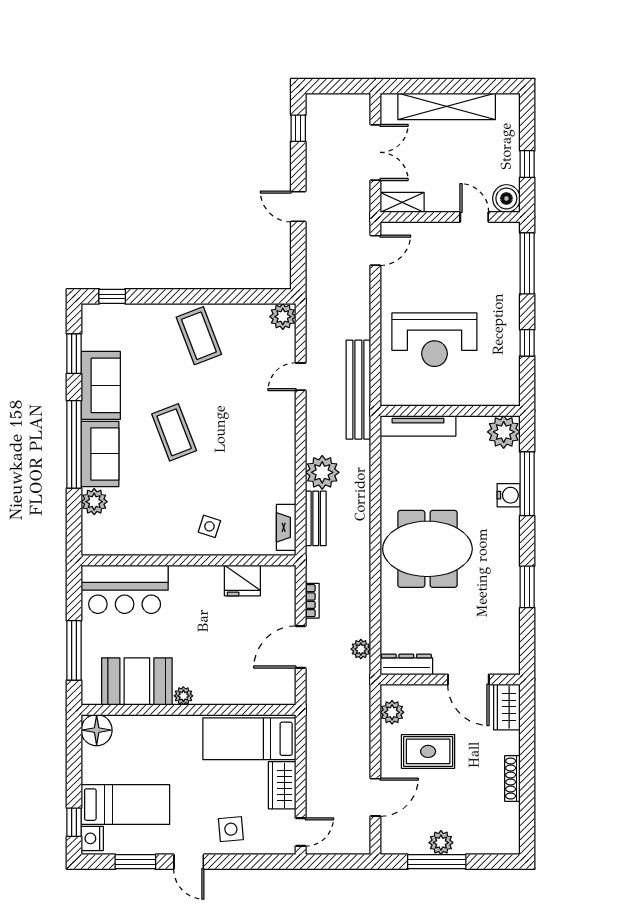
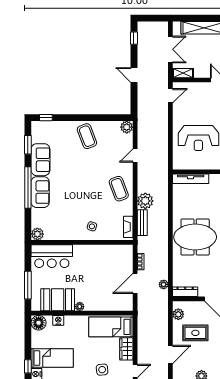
bench: (358, 390) -> (162, 162), removed
coffee table: (174, 432) -> (119, 189), moved
plant: (94, 502) -> (37, 234), moved
fridge: (242, 580) -> (108, 252), removed
nightstand: (138, 725) -> (58, 320), added

